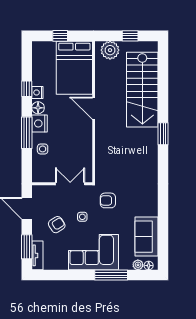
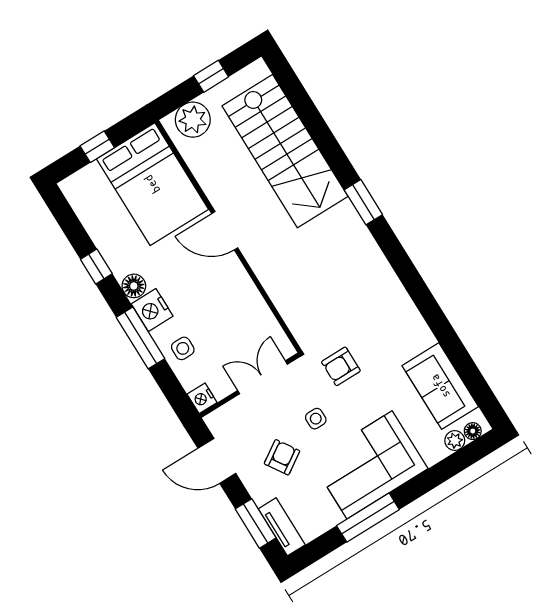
nightstand: (37, 93) -> (202, 398), moved
window: (111, 275) -> (368, 518), moved

